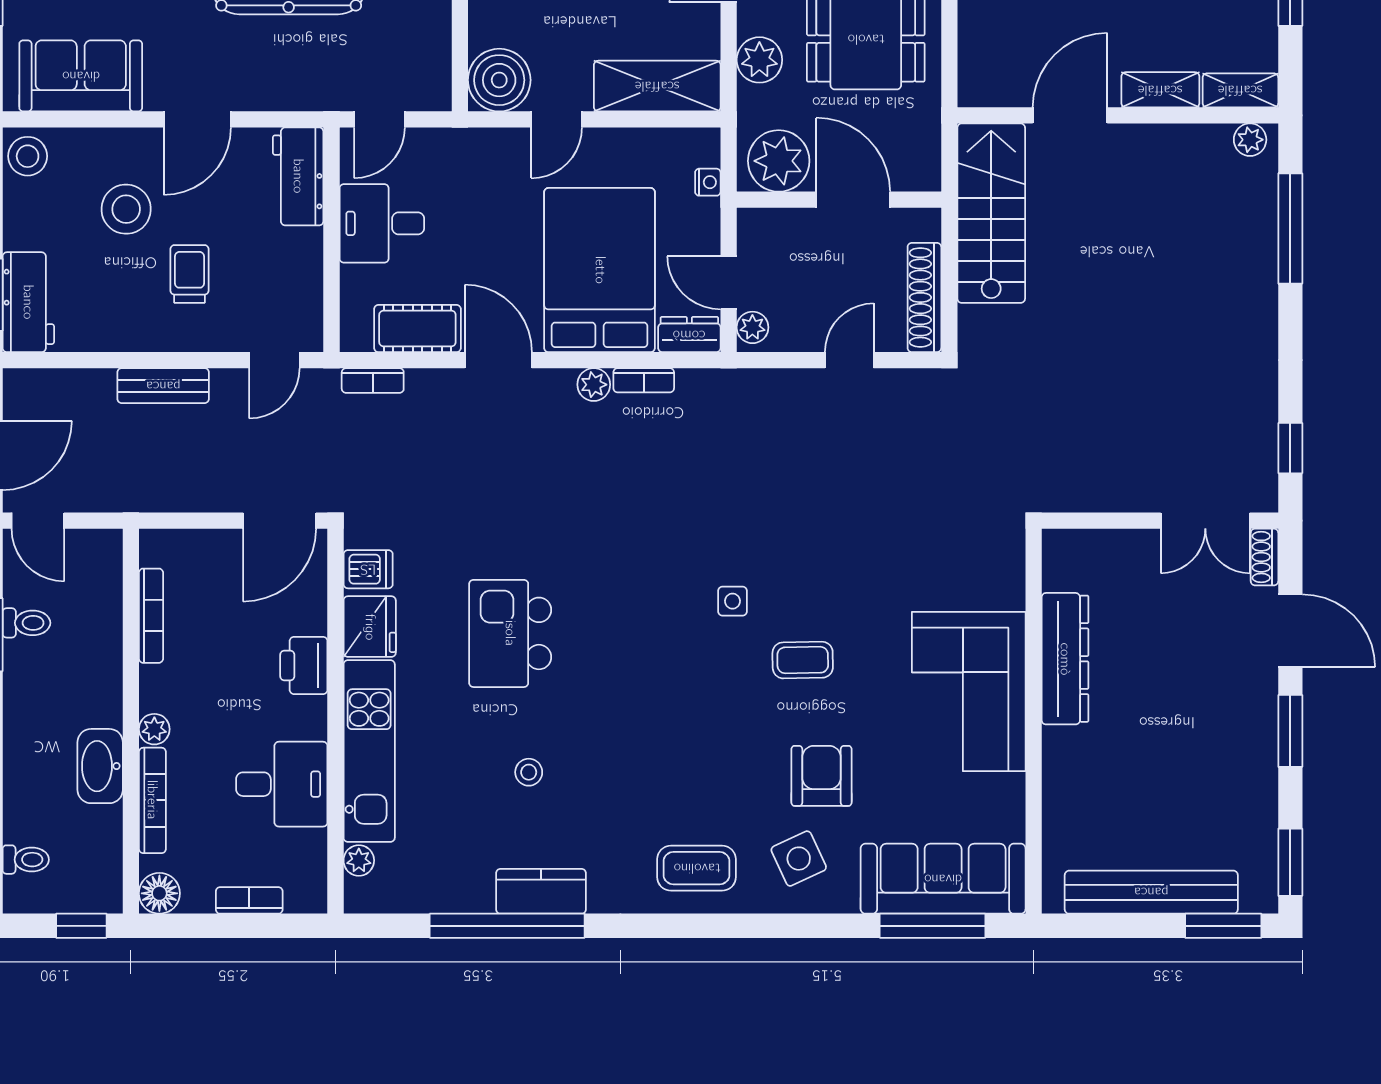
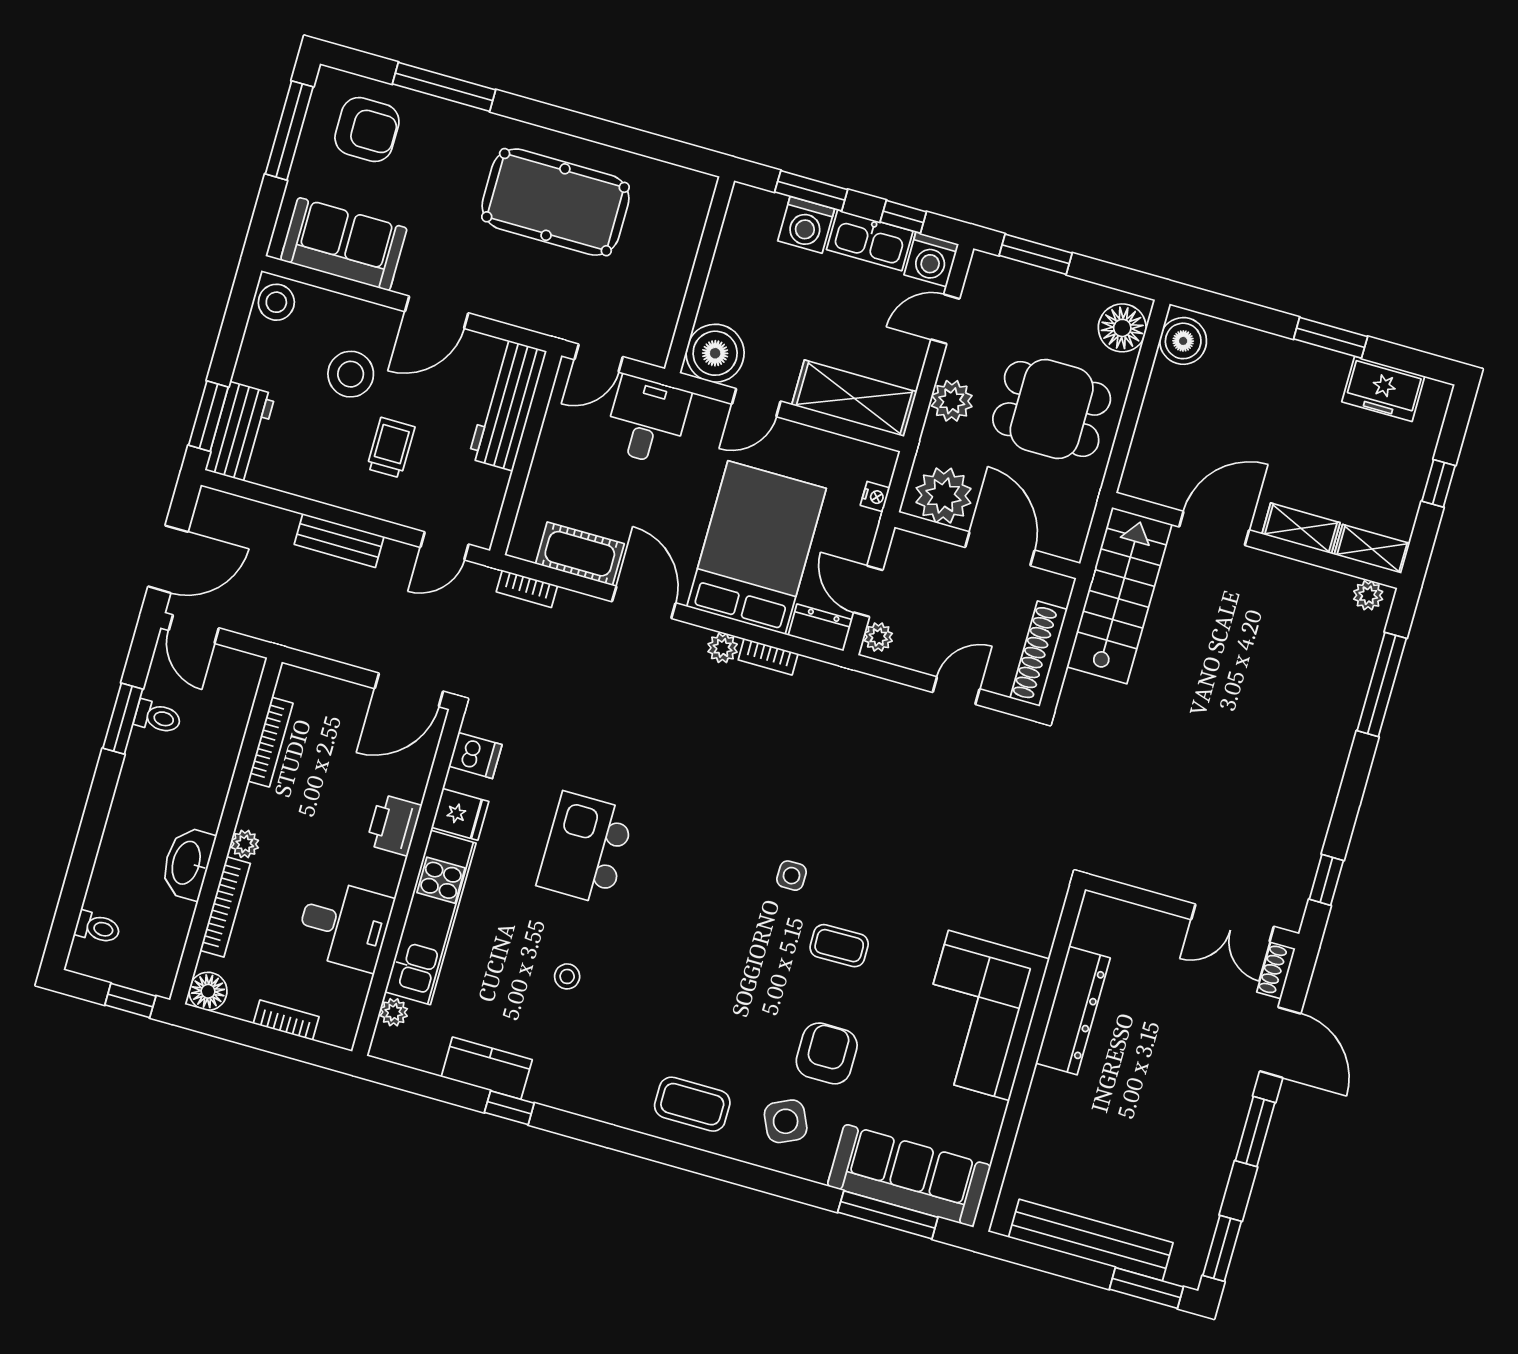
workbench: (298, 176) -> (507, 405), width x1.37
desk: (382, 223) -> (647, 420), moved, turned 90
fridge: (370, 627) -> (460, 814), width x0.72
kitchen counter: (541, 891) -> (487, 1068), moved
window: (507, 926) -> (509, 1108), width x0.32

